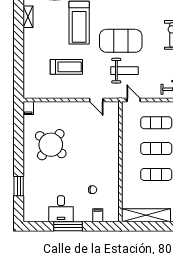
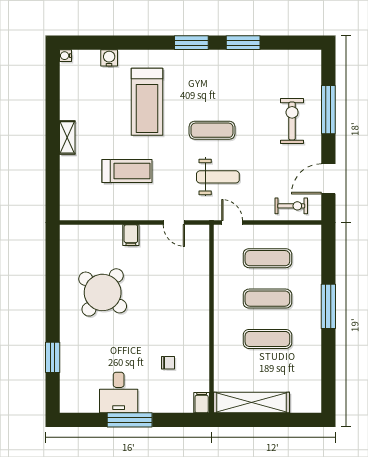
shelving: (28, 17) -> (67, 137), moved
exercise mat: (121, 41) -> (212, 130), width x0.50, depth x0.69
filing cabinet: (28, 108) -> (131, 235), moved
filing cabinet: (98, 215) -> (202, 403), moved

